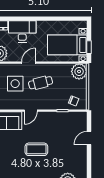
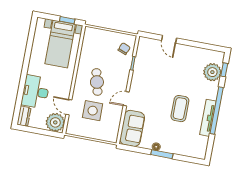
door: (29, 63) -> (69, 107), moved
plant: (79, 71) -> (92, 36), removed
door: (31, 111) -> (126, 99), swing flipped
coffee table: (36, 149) -> (180, 109), moved

